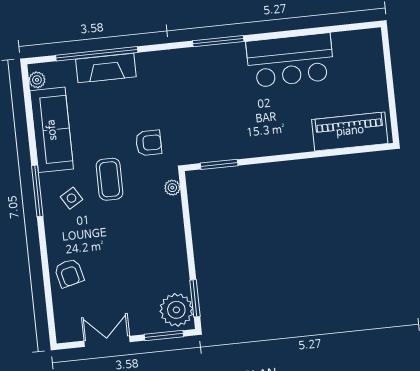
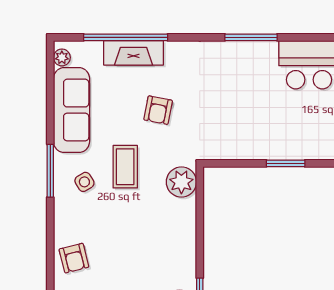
armchair: (149, 143) -> (158, 110), moved, turned 101
window: (219, 164) -> (286, 163), moved
plant: (172, 188) -> (181, 182), width x1.87, depth x1.87

